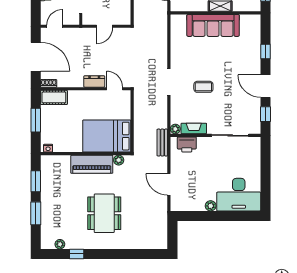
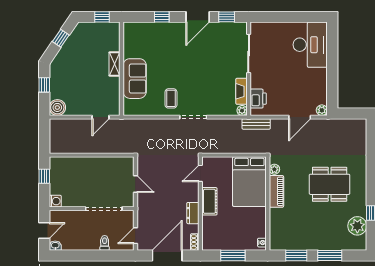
sofa: (213, 25) -> (135, 79), width x0.73
door: (55, 26) -> (135, 236), hinge flipped
dresser: (94, 81) -> (193, 213), moved
coffee table: (203, 87) -> (171, 98), moved
cot: (54, 97) -> (209, 201), moved
piano: (92, 164) -> (276, 191), width x0.73, depth x0.75
plant: (211, 206) -> (322, 110), moved
plant: (60, 244) -> (357, 226), width x1.87, depth x1.87

